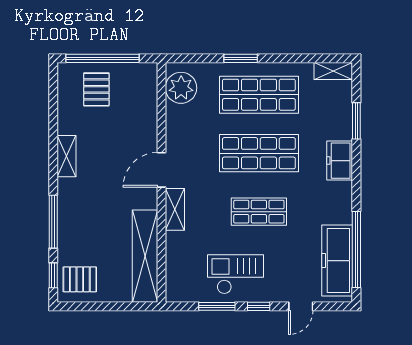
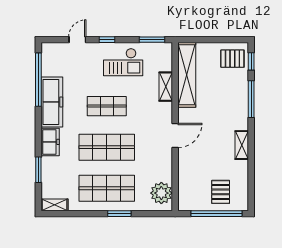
shelving: (175, 209) -> (166, 87), moved
freezer: (337, 261) -> (52, 102), moved
window: (217, 306) -> (152, 40), moved

